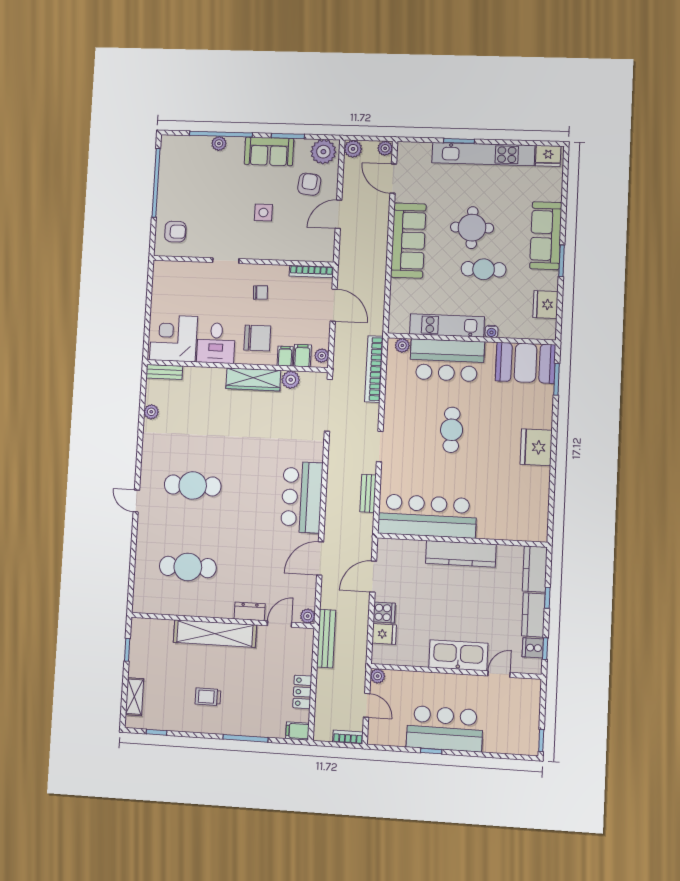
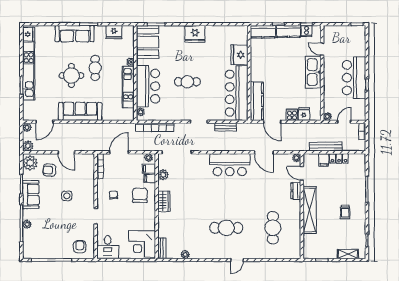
desk: (216, 343) -> (108, 247), moved, turned 90
wardrobe: (253, 379) -> (164, 201), width x0.67
cafe table: (193, 485) -> (226, 228), turned 90
fridge: (495, 525) -> (239, 55), added
kitchen counter: (461, 554) -> (257, 101), moved
bench: (326, 639) -> (326, 147), moved
filing cabinet: (297, 731) -> (324, 160), moved

